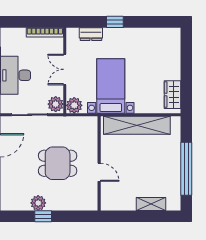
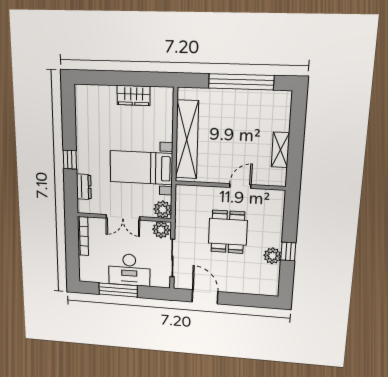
wardrobe: (172, 95) -> (134, 95), moved
shelving: (151, 204) -> (280, 150), moved

